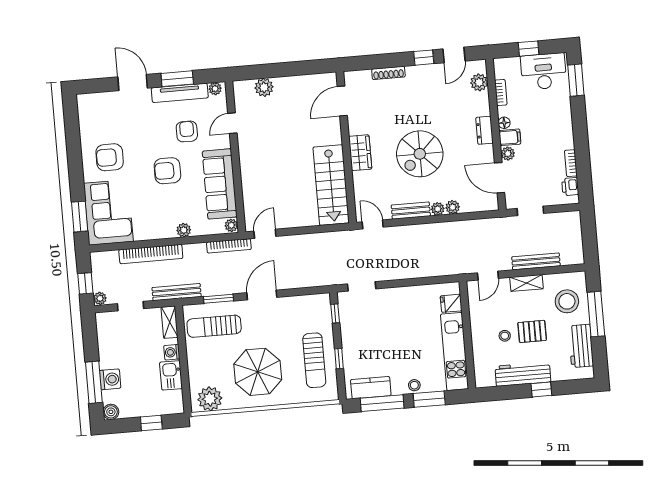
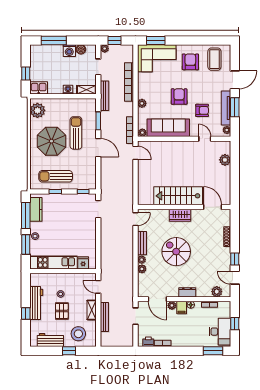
coffee table: (102, 118) -> (214, 59), added
door: (500, 178) -> (157, 299), swing flipped
stairs: (331, 185) -> (178, 196), moved
window: (596, 314) -> (69, 351), width x0.46
sun lounger: (214, 326) -> (76, 133), moved
kitchen sink: (171, 375) -> (39, 88), moved
washing machine: (110, 379) -> (69, 51), moved
boiler: (111, 412) -> (81, 49), moved

